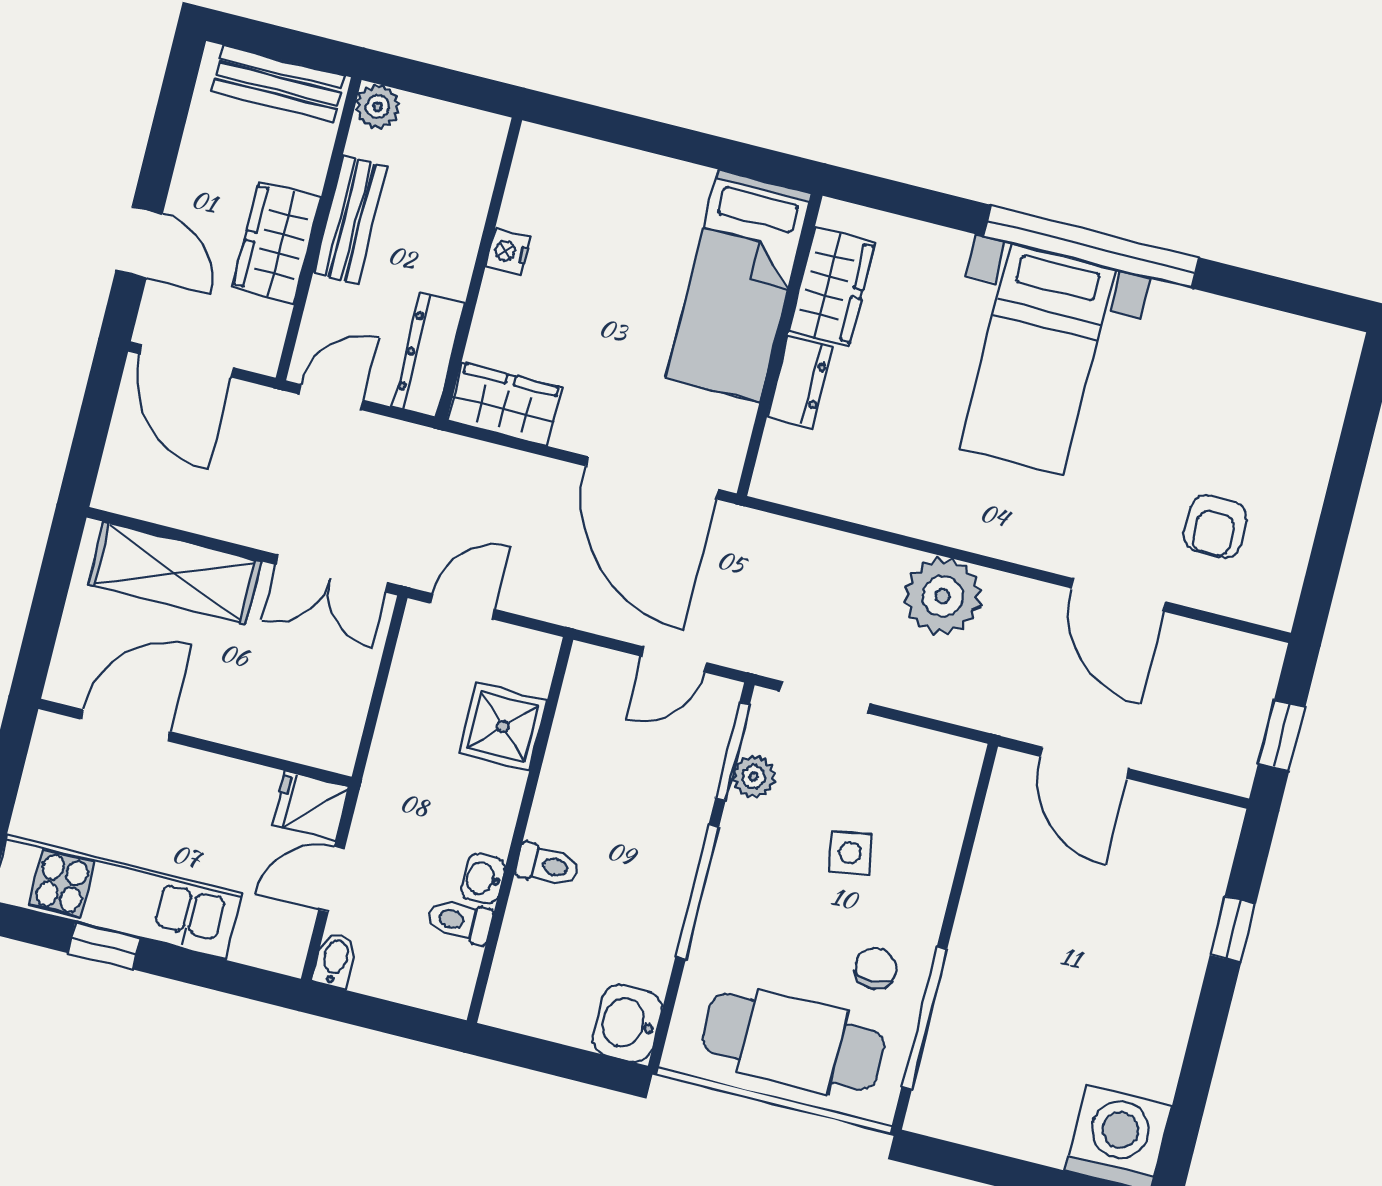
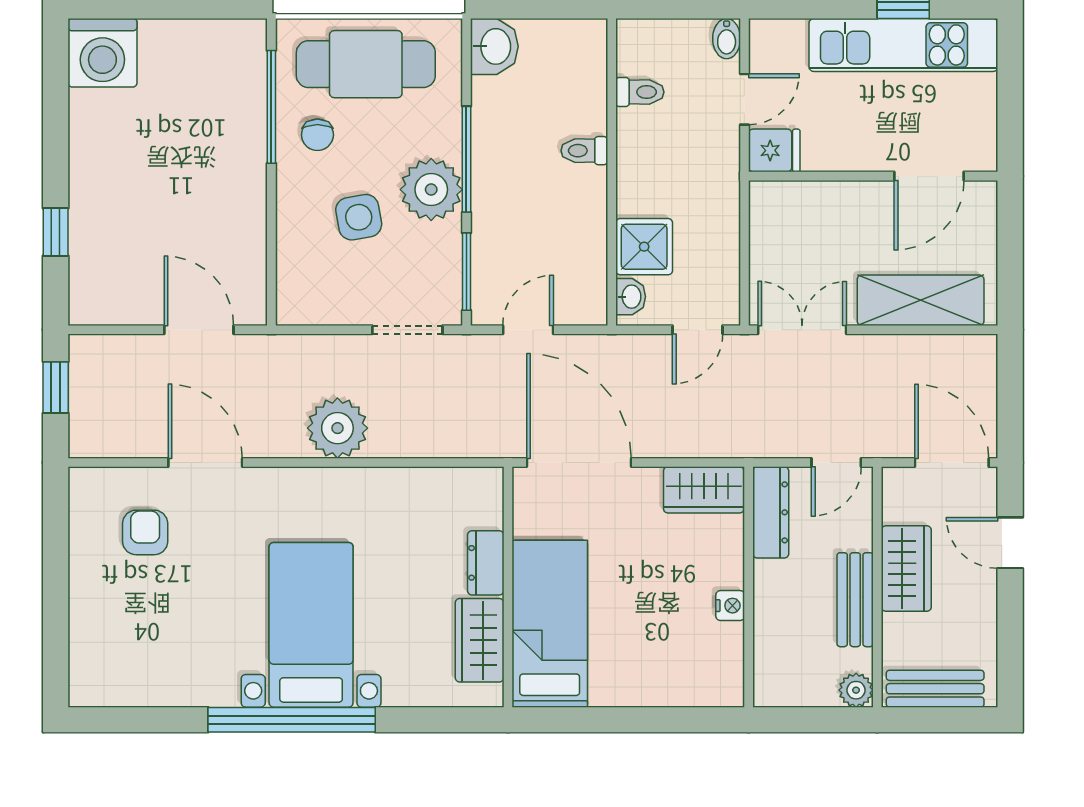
plant: (754, 777) -> (431, 190), moved, width x1.87, depth x1.87
side table: (850, 853) -> (359, 217), width x1.37, depth x1.37
washbasin: (483, 878) -> (631, 297), moved

